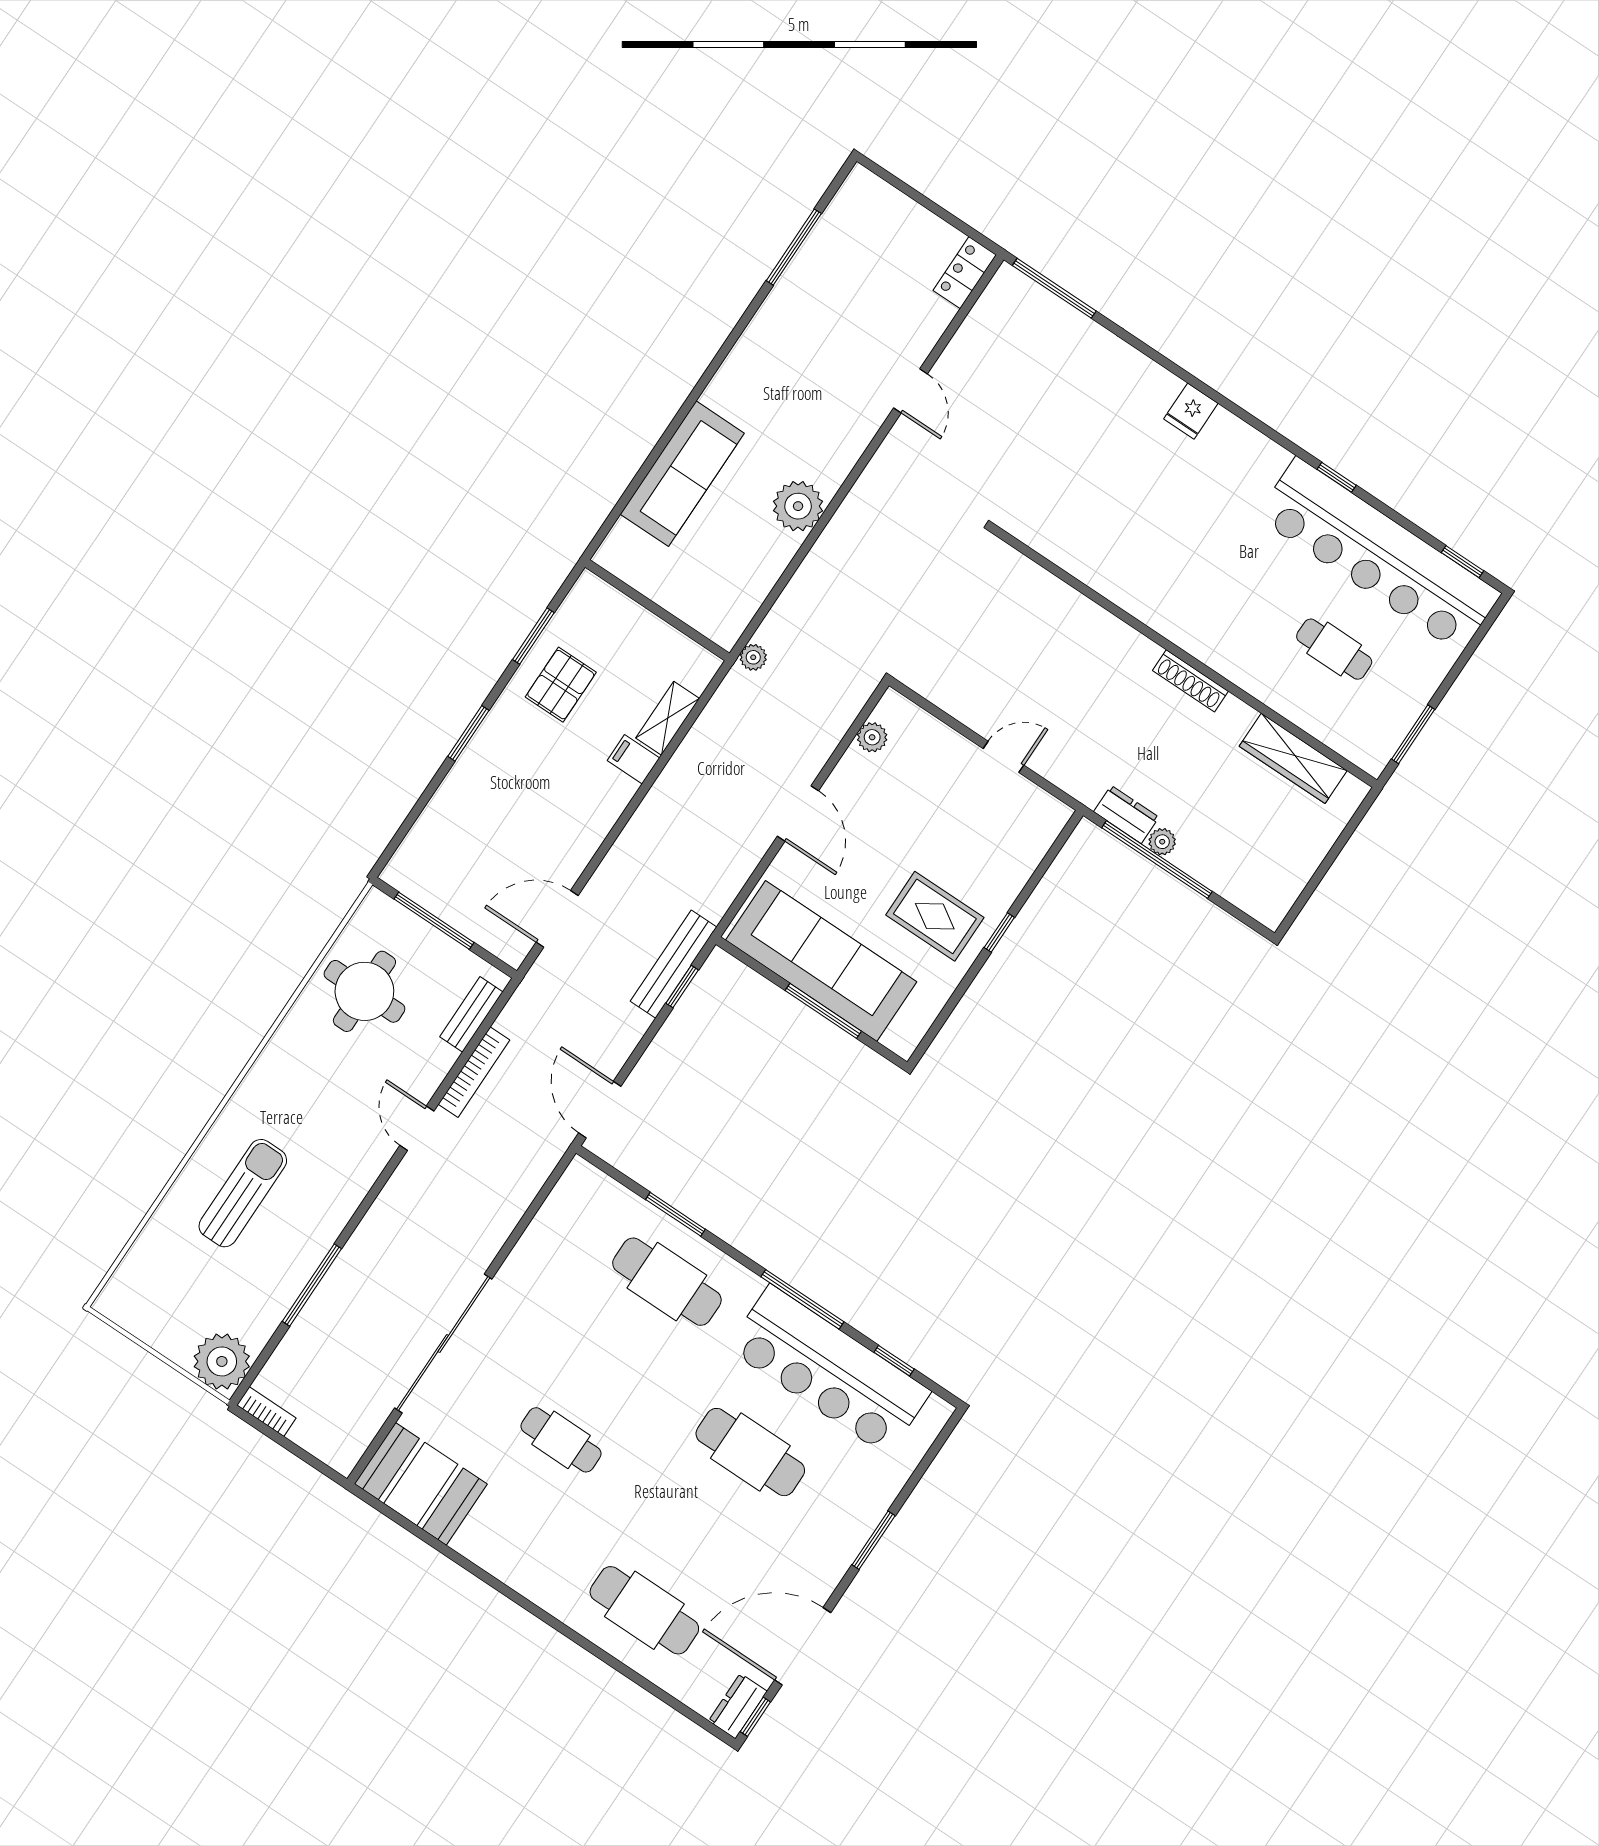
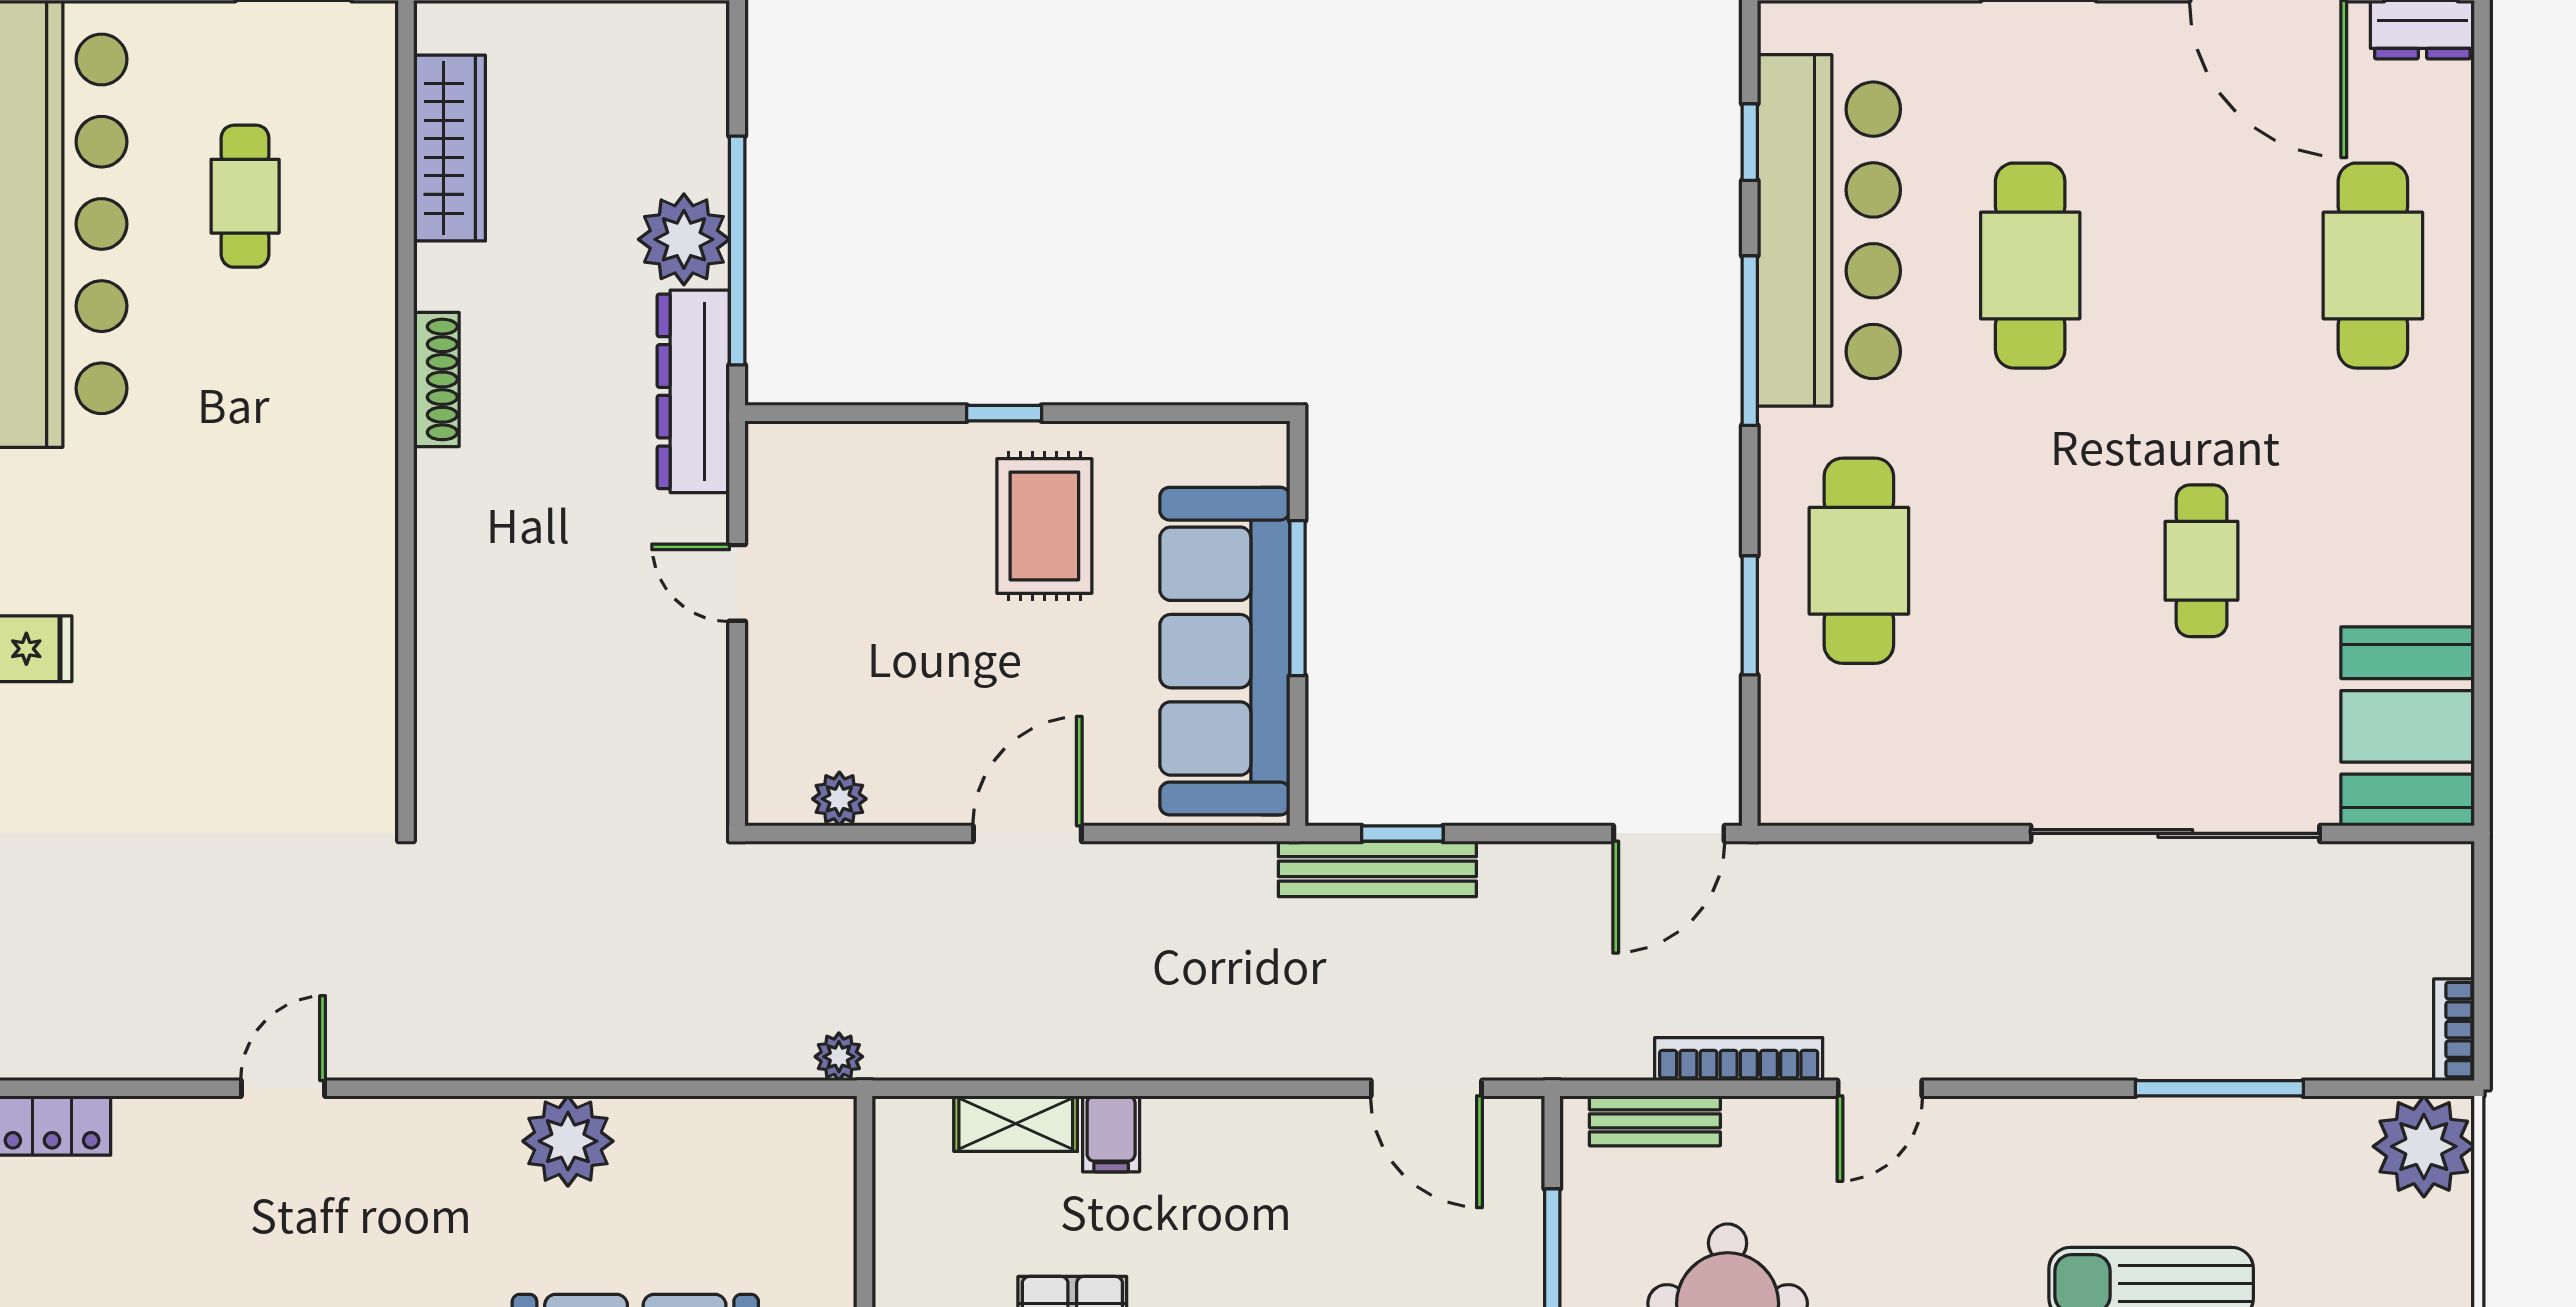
dresser: (1126, 814) -> (693, 391), width x1.96, depth x1.24
plant: (1162, 842) -> (684, 239), width x1.87, depth x1.87

